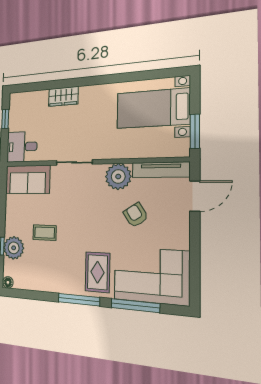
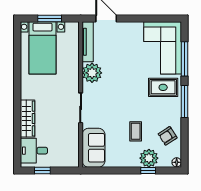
wardrobe: (63, 96) -> (28, 118), width x1.50
window: (195, 131) -> (50, 18), moved
desk: (22, 147) -> (34, 151), moved, turned 90
armchair: (136, 215) -> (168, 136), moved

